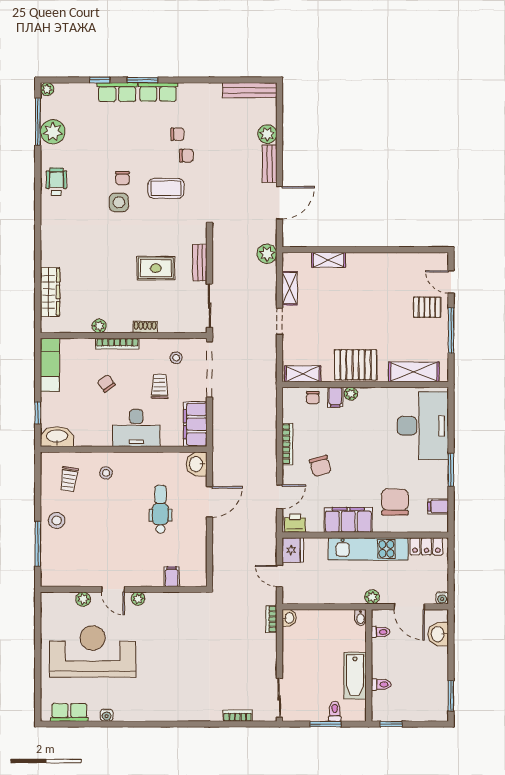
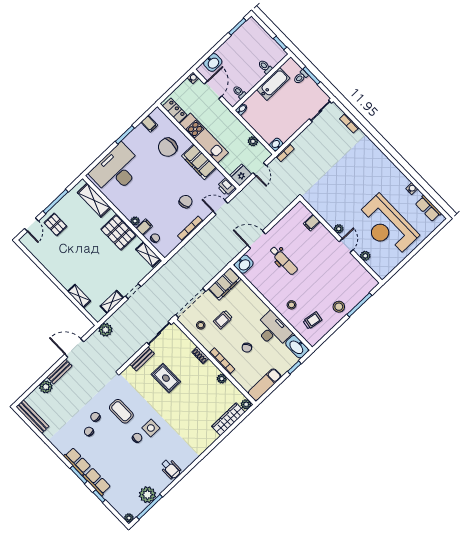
wheelchair: (56, 182) -> (171, 469), turned -90
plant: (48, 326) -> (246, 404), added
desk: (136, 428) -> (273, 330), moved
dental chair: (160, 509) -> (284, 260), turned -90
plant: (372, 597) -> (253, 141), moved

